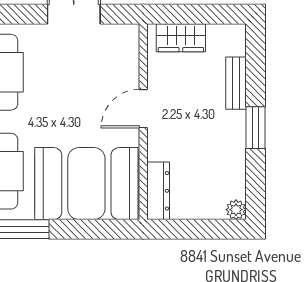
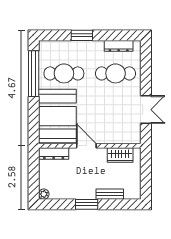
wardrobe: (181, 38) -> (120, 155), moved, turned -90
door: (143, 109) -> (86, 146), moved

